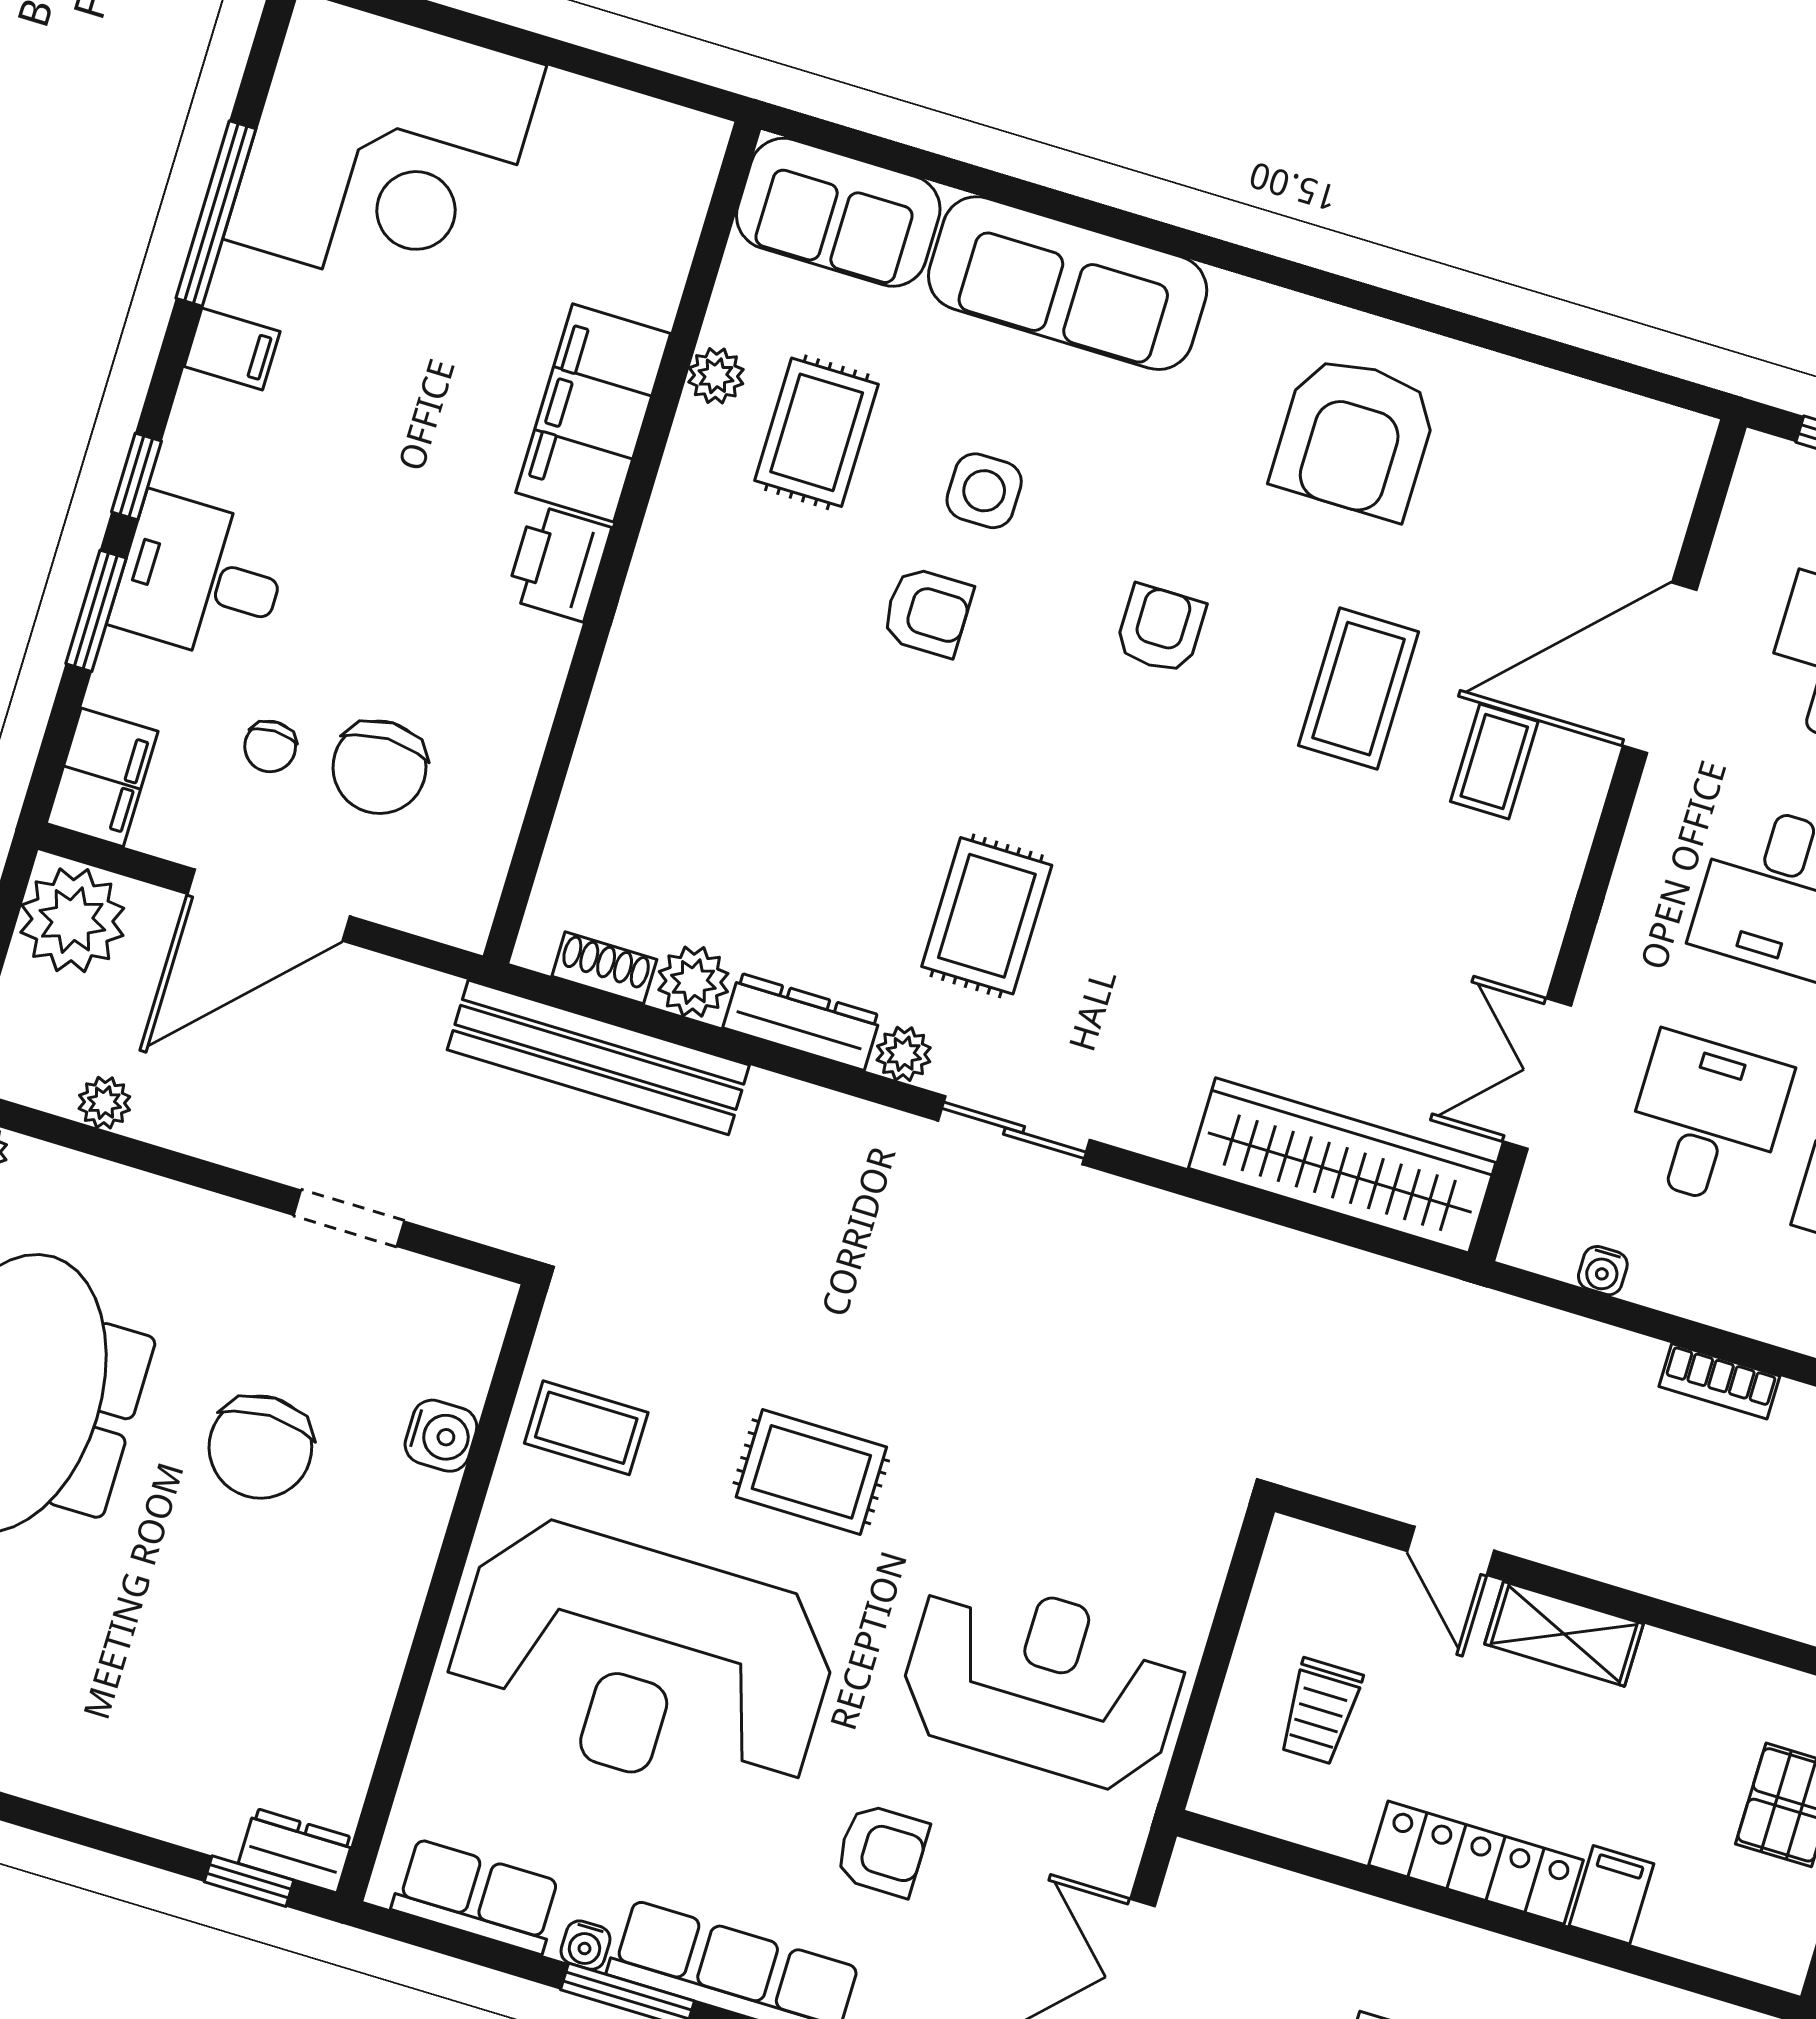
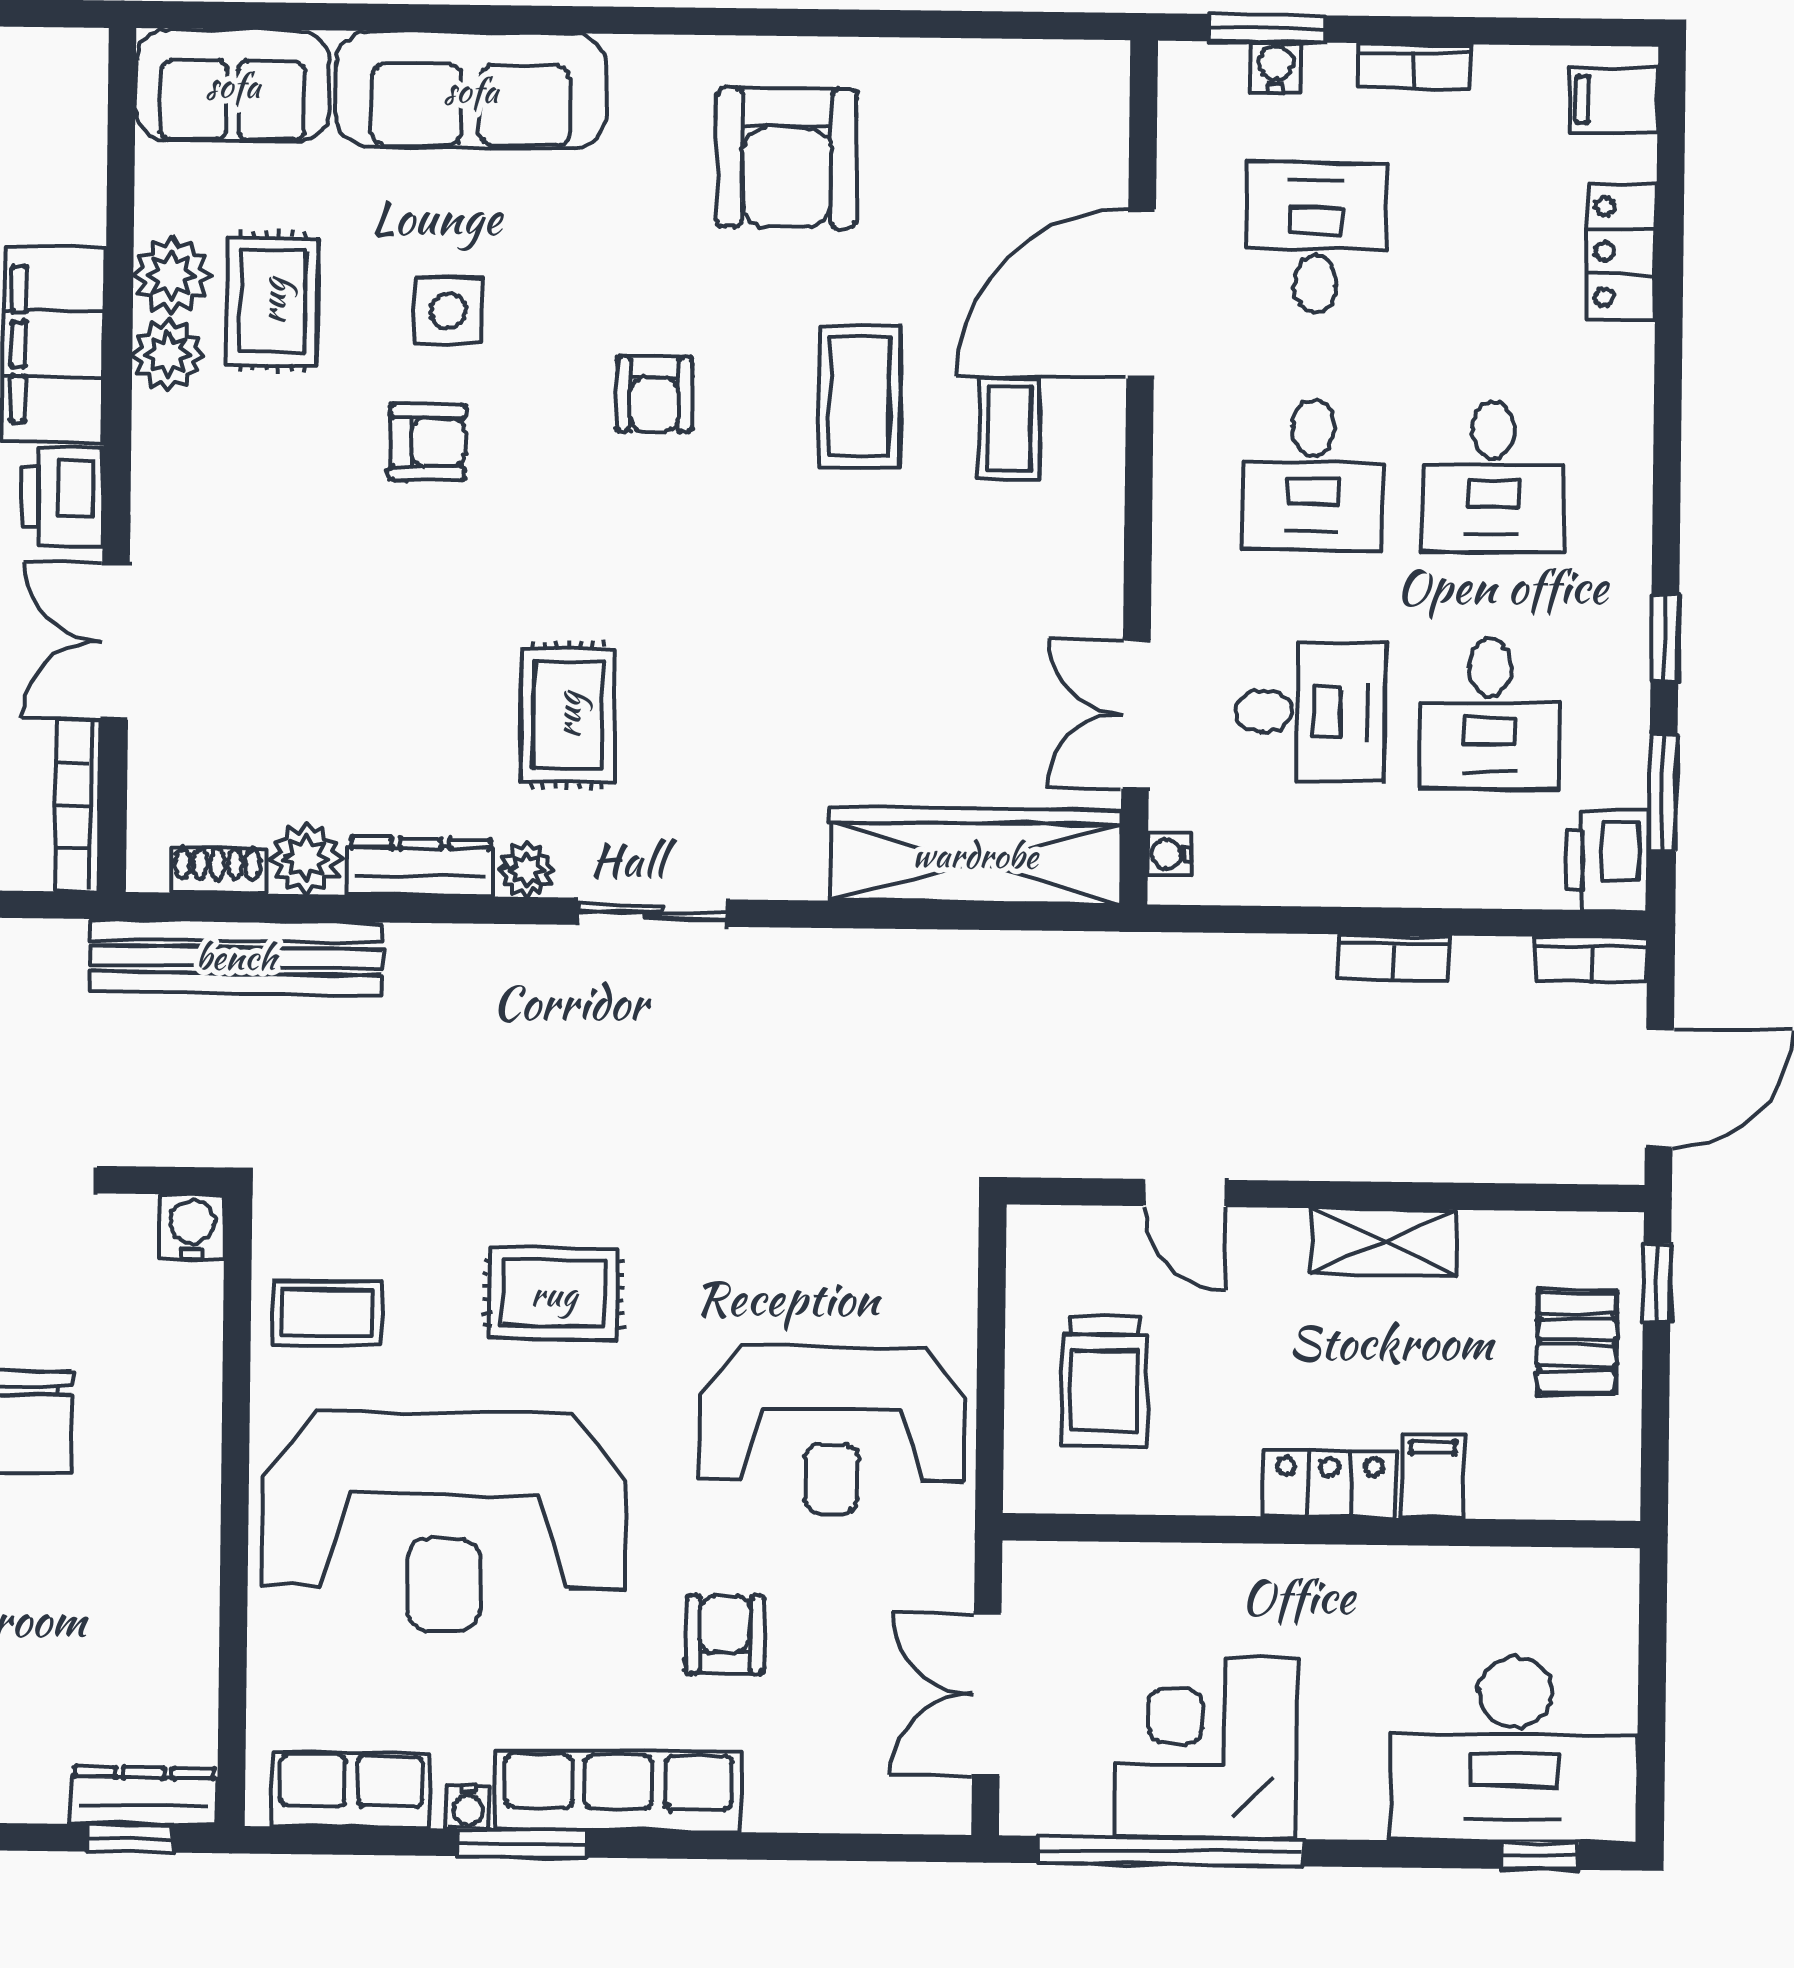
plant: (716, 376) -> (172, 275), width x1.38, depth x1.38
plant: (700, 455) -> (168, 355), added
armchair: (1160, 629) -> (654, 394), turned 180
double door: (569, 718) -> (115, 641), added
bookcase: (487, 866) -> (77, 806), added
desk: (1706, 1120) -> (1310, 712), turned 90
water cooler: (1603, 1271) -> (1170, 854), moved, turned 90
water cooler: (441, 1436) -> (192, 1227), moved, turned -90
shelving: (1564, 1634) -> (1383, 1242), moved
reception desk: (1043, 1682) -> (832, 1430), turned 180
trolley: (1320, 1711) -> (1104, 1382), width x1.36, depth x1.39
armchair: (882, 1850) -> (725, 1635), turned -90
dresser: (296, 1851) -> (144, 1796), width x1.44
locker: (1476, 1863) -> (1330, 1484), width x0.66

